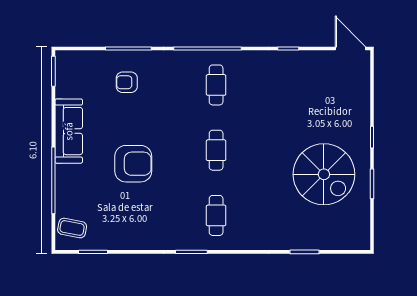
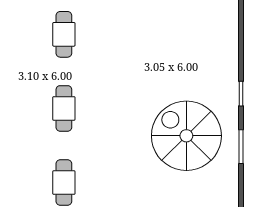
spiral stairs: (324, 174) -> (186, 136), turned 180

